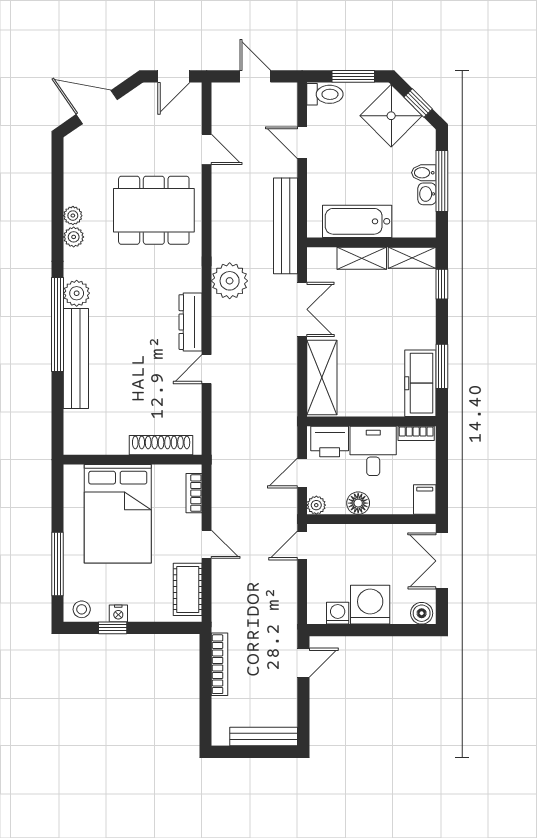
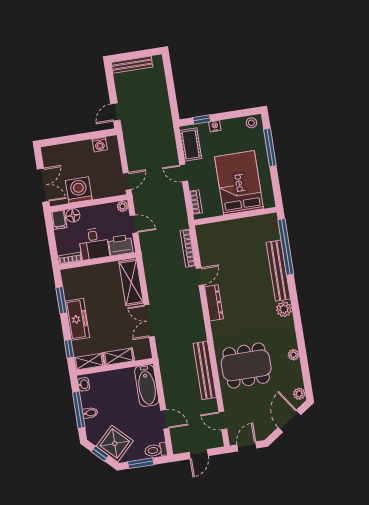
door: (255, 76) -> (199, 454), hinge flipped
door: (97, 107) -> (289, 421), swing flipped
door: (207, 149) -> (223, 420), moved
washbasin: (427, 194) -> (84, 384), moved
bathtub: (357, 221) -> (147, 386), moved, turned 90
bench: (285, 226) -> (205, 370), moved
plant: (74, 237) -> (299, 394), moved
plant: (230, 281) -> (195, 331), removed
window: (58, 324) -> (286, 247), moved
freezer: (420, 383) -> (77, 319), moved
shoe rack: (161, 445) -> (220, 227), removed
door: (302, 473) -> (134, 224), hinge flipped
floor lamp: (358, 503) -> (73, 215), moved
washing machine: (370, 605) -> (79, 190), moved, turned 180
nightstand: (118, 613) -> (215, 126), moved
boiler: (422, 613) -> (50, 152), removed
window: (113, 628) -> (202, 119), moved
bookcase: (220, 664) -> (188, 248), moved

